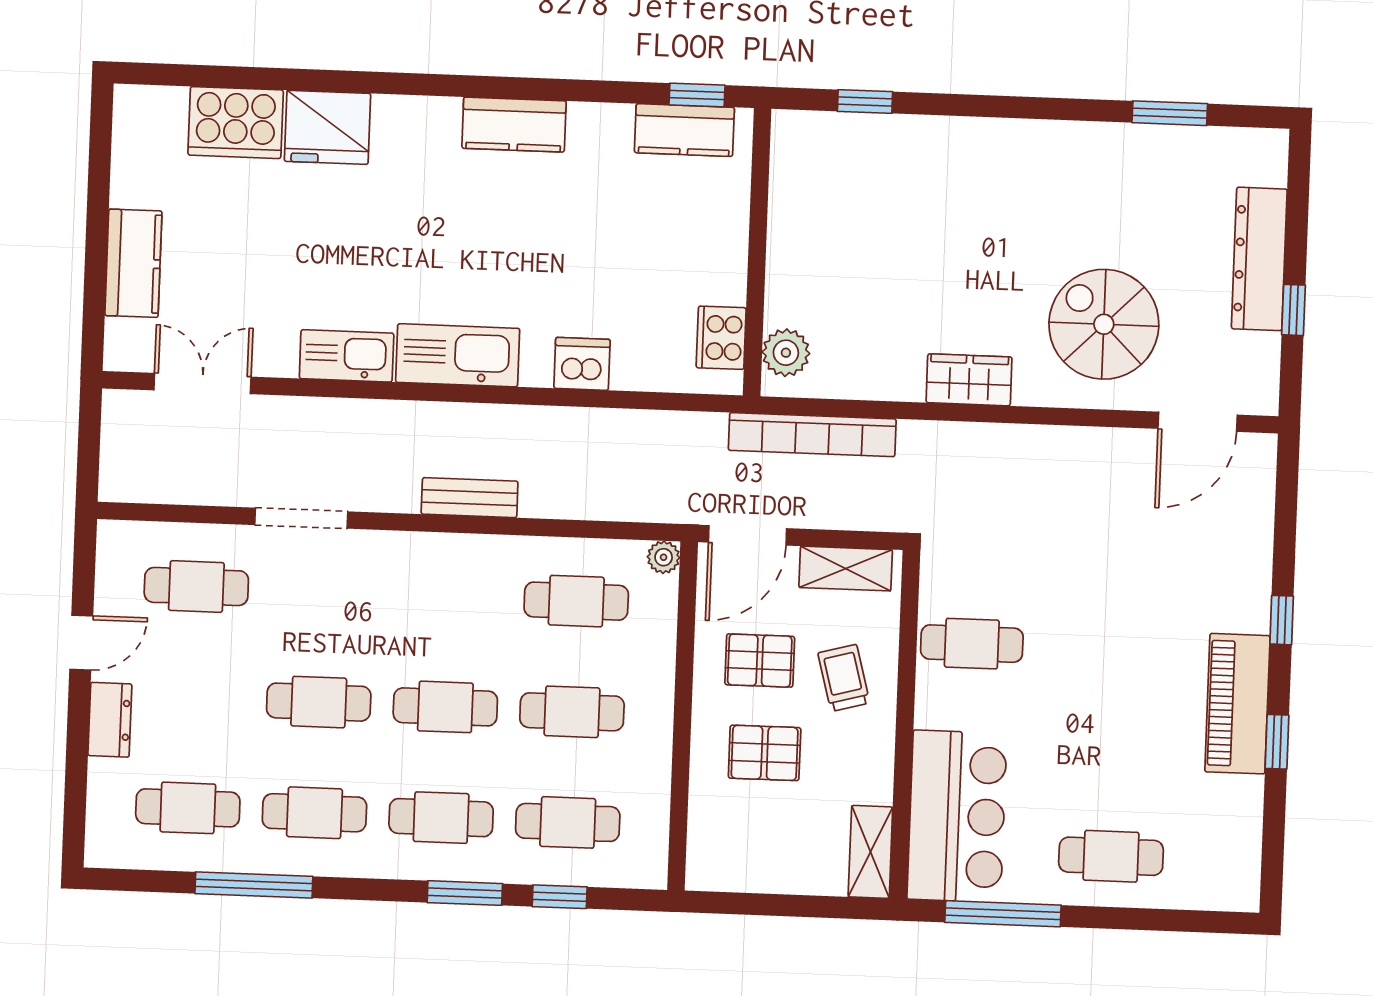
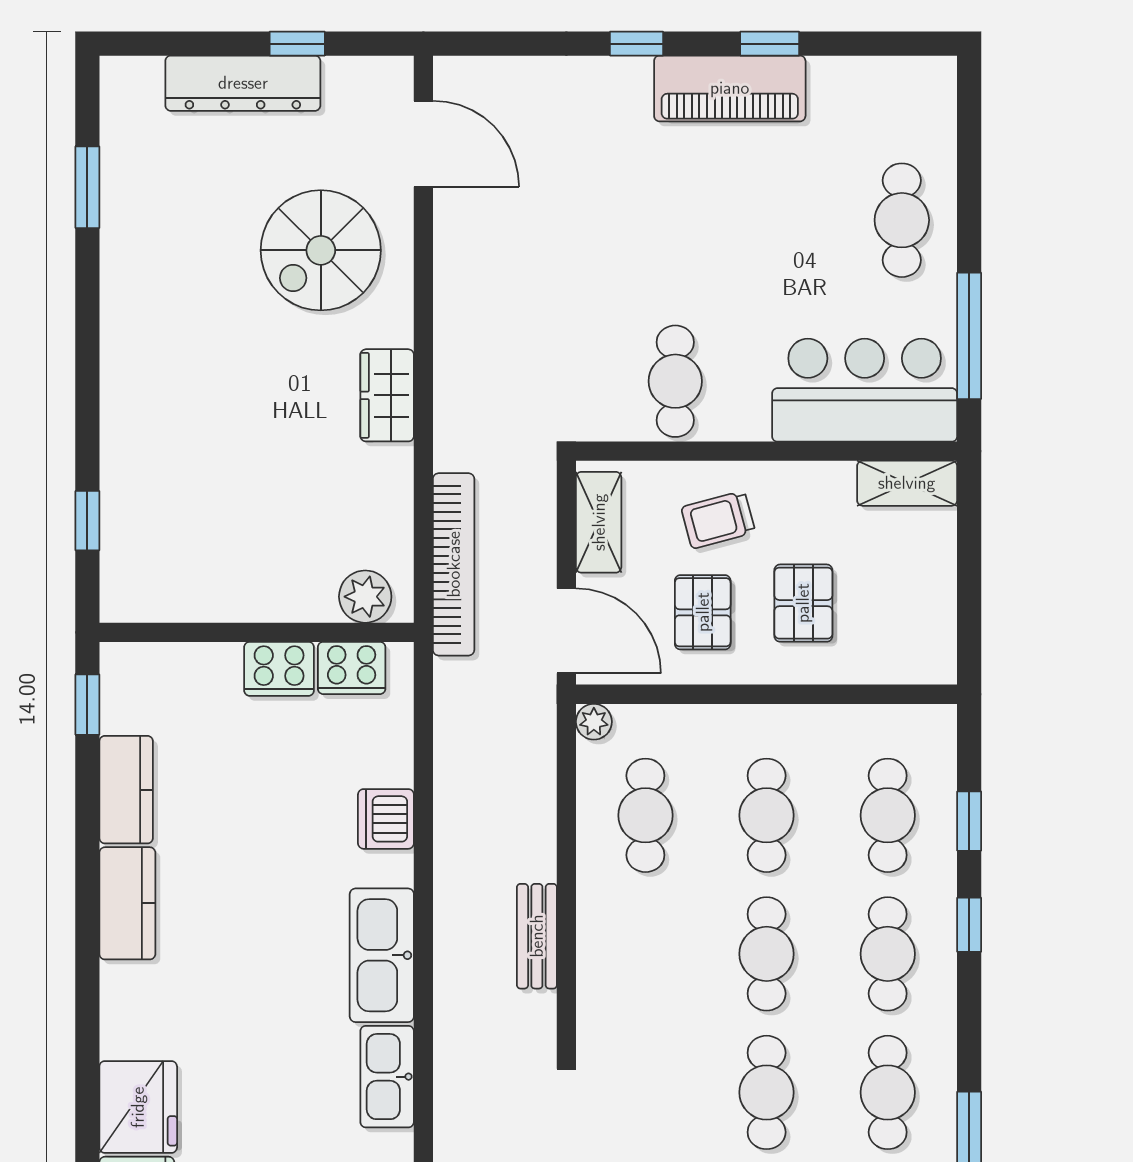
kitchen counter: (684, 130) -> (126, 790), moved
cooker: (723, 271) -> (279, 669), added
window: (465, 893) -> (969, 925), width x0.67

